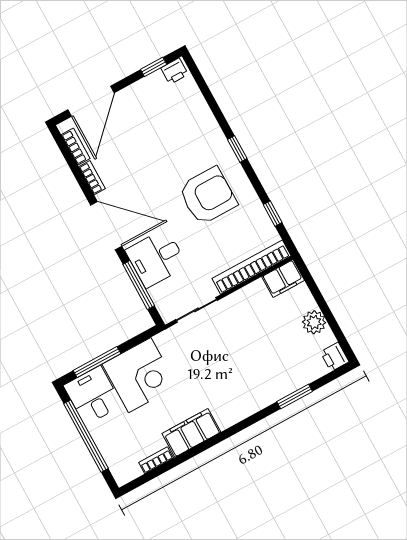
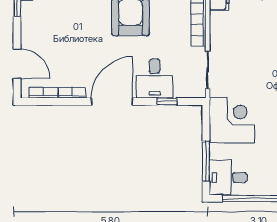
door: (91, 101) -> (17, 64), width x0.73
window: (139, 285) -> (167, 101), width x0.46
corner desk: (140, 375) -> (232, 120), moved

